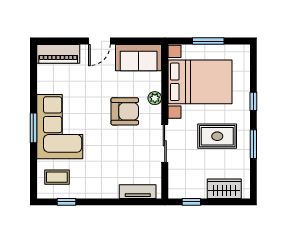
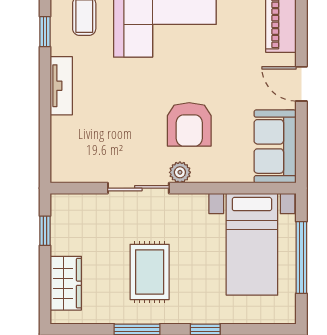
window: (208, 41) -> (301, 258), width x1.44
bed with nightstands: (200, 82) -> (252, 244), width x0.73
plant: (155, 98) -> (180, 172), moved
tv unit: (138, 192) -> (61, 86), moved

